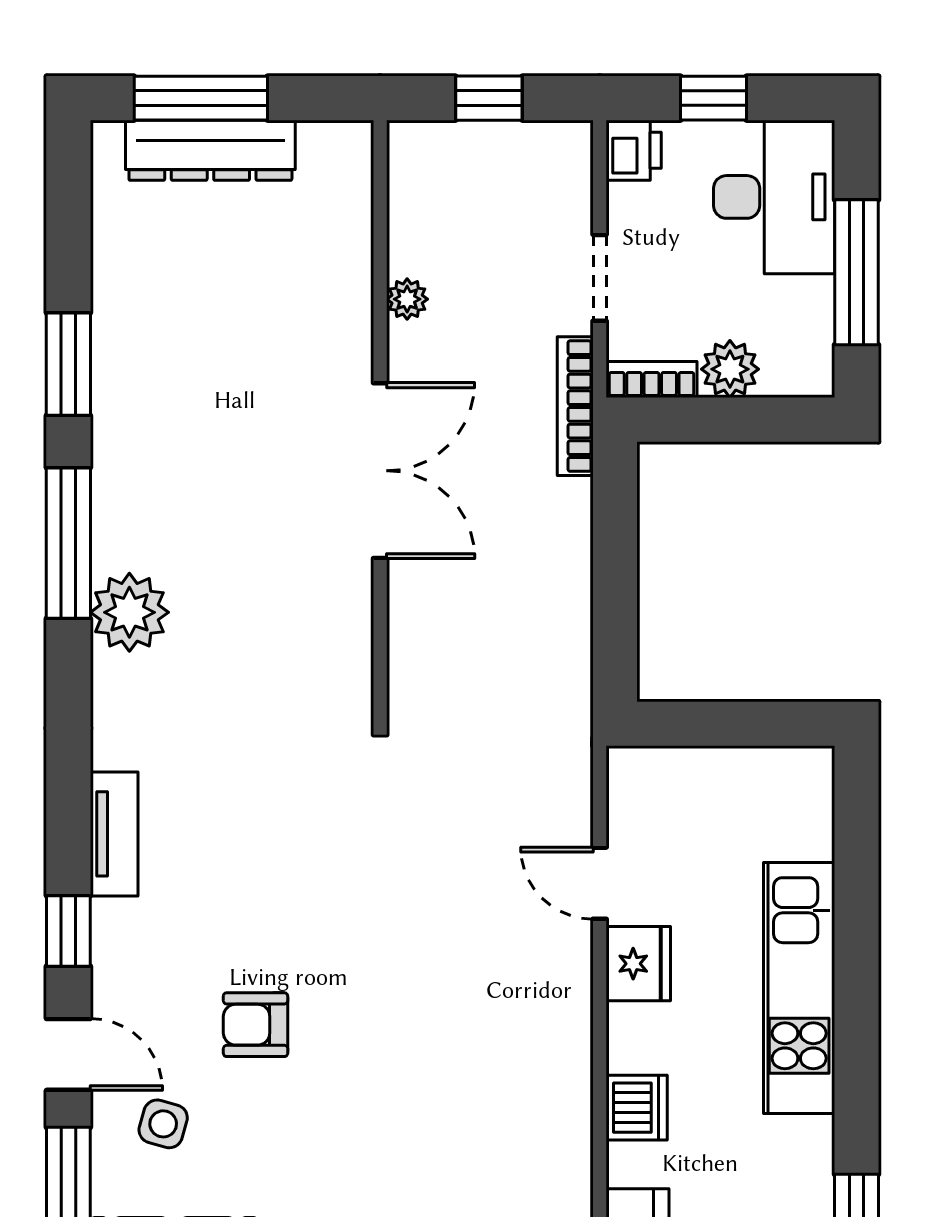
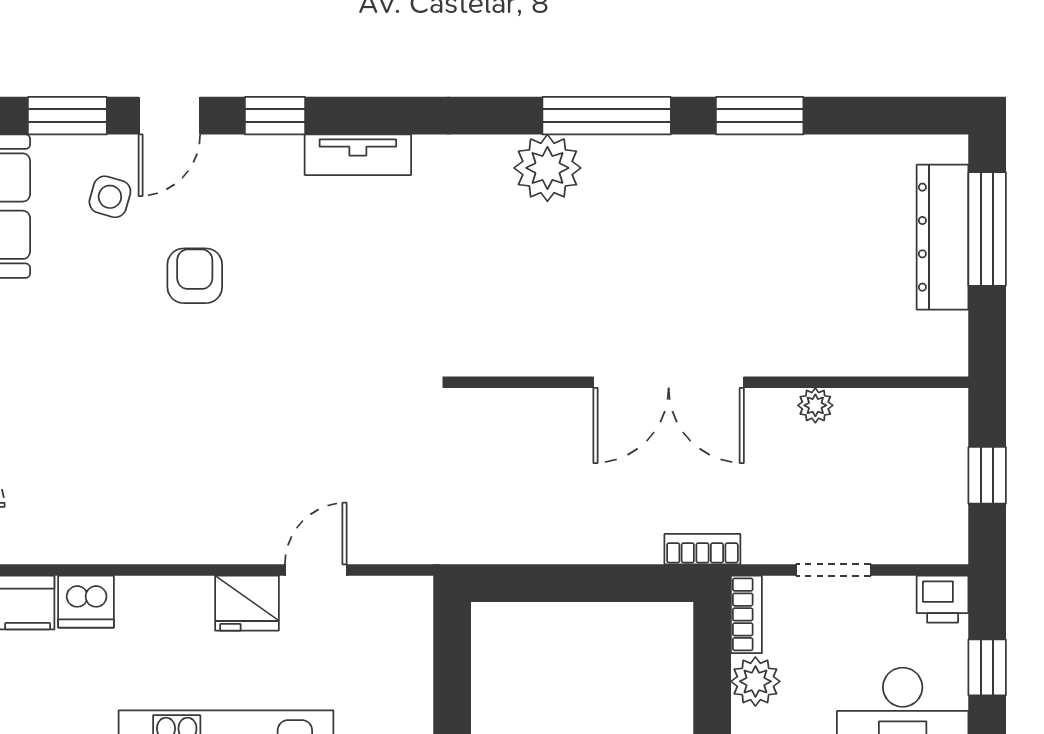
bookcase: (575, 406) -> (702, 549), width x0.64
dishwasher: (637, 1108) -> (86, 602), moved

